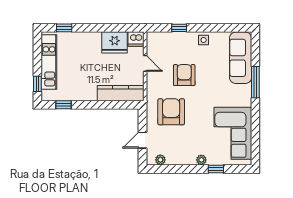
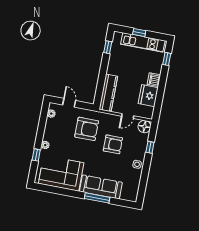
dishwasher: (136, 39) -> (154, 80), moved
floor lamp: (154, 40) -> (144, 127), added
sofa: (241, 58) -> (101, 187), moved
window: (37, 84) -> (139, 32), moved

